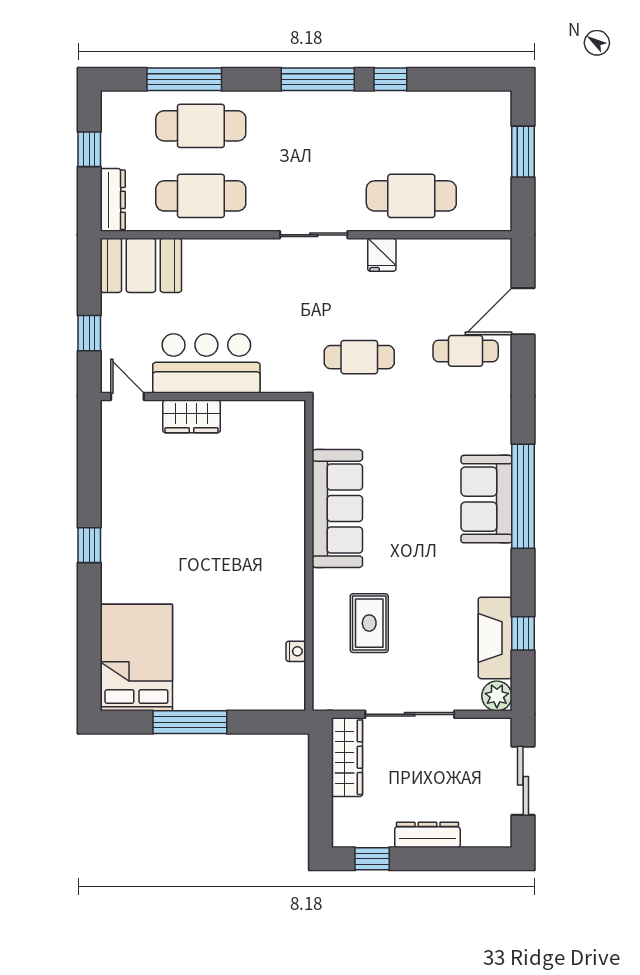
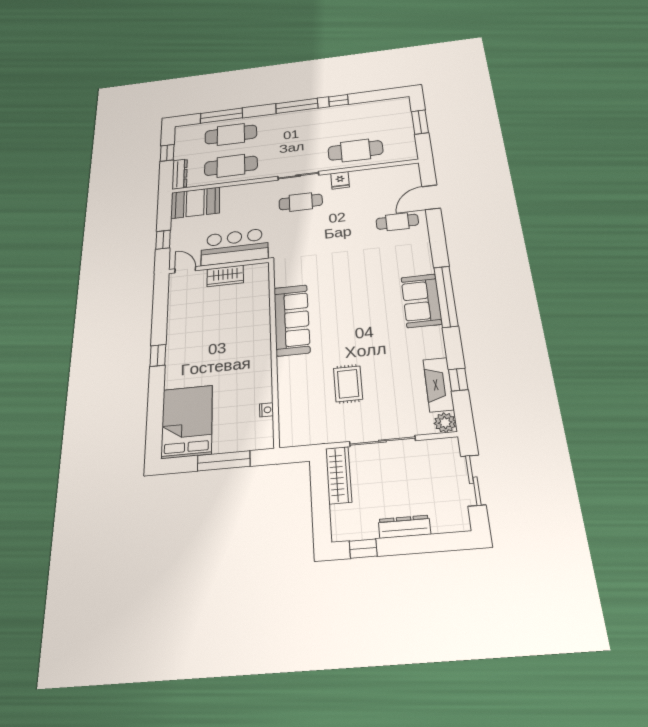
cafe table: (359, 357) -> (301, 202), moved
sofa: (337, 509) -> (292, 320), moved
wall: (309, 555) -> (274, 349), moved
nightstand: (296, 651) -> (266, 410), moved

